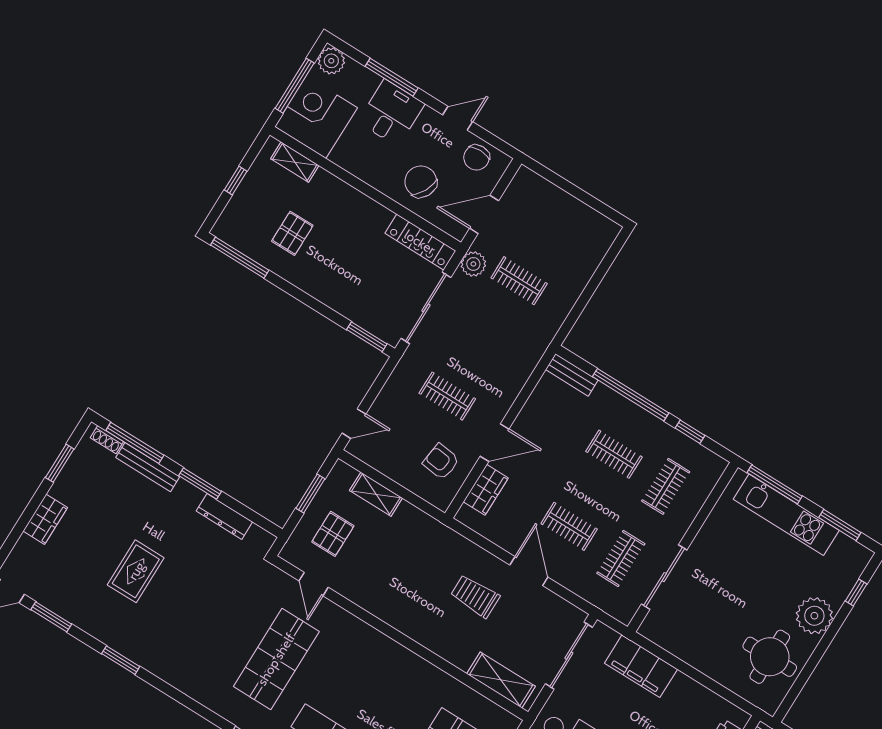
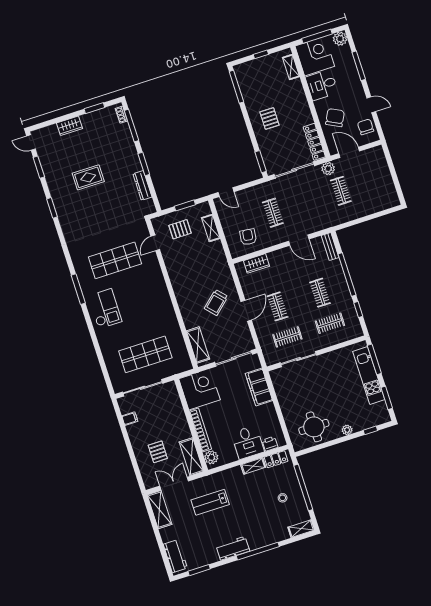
desk: (391, 113) -> (322, 85), moved, turned 180
chair: (477, 158) -> (366, 127), turned 90
pallet: (292, 233) -> (269, 119), moved, turned 90
door: (495, 443) -> (299, 240), moved
bench: (148, 467) -> (128, 140), removed
trolley: (475, 596) -> (216, 303), turned -132
plant: (814, 616) -> (347, 430), width x0.53, depth x0.53

